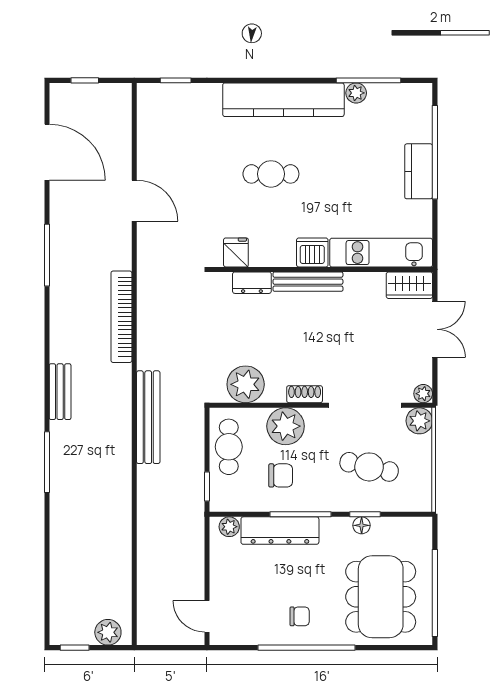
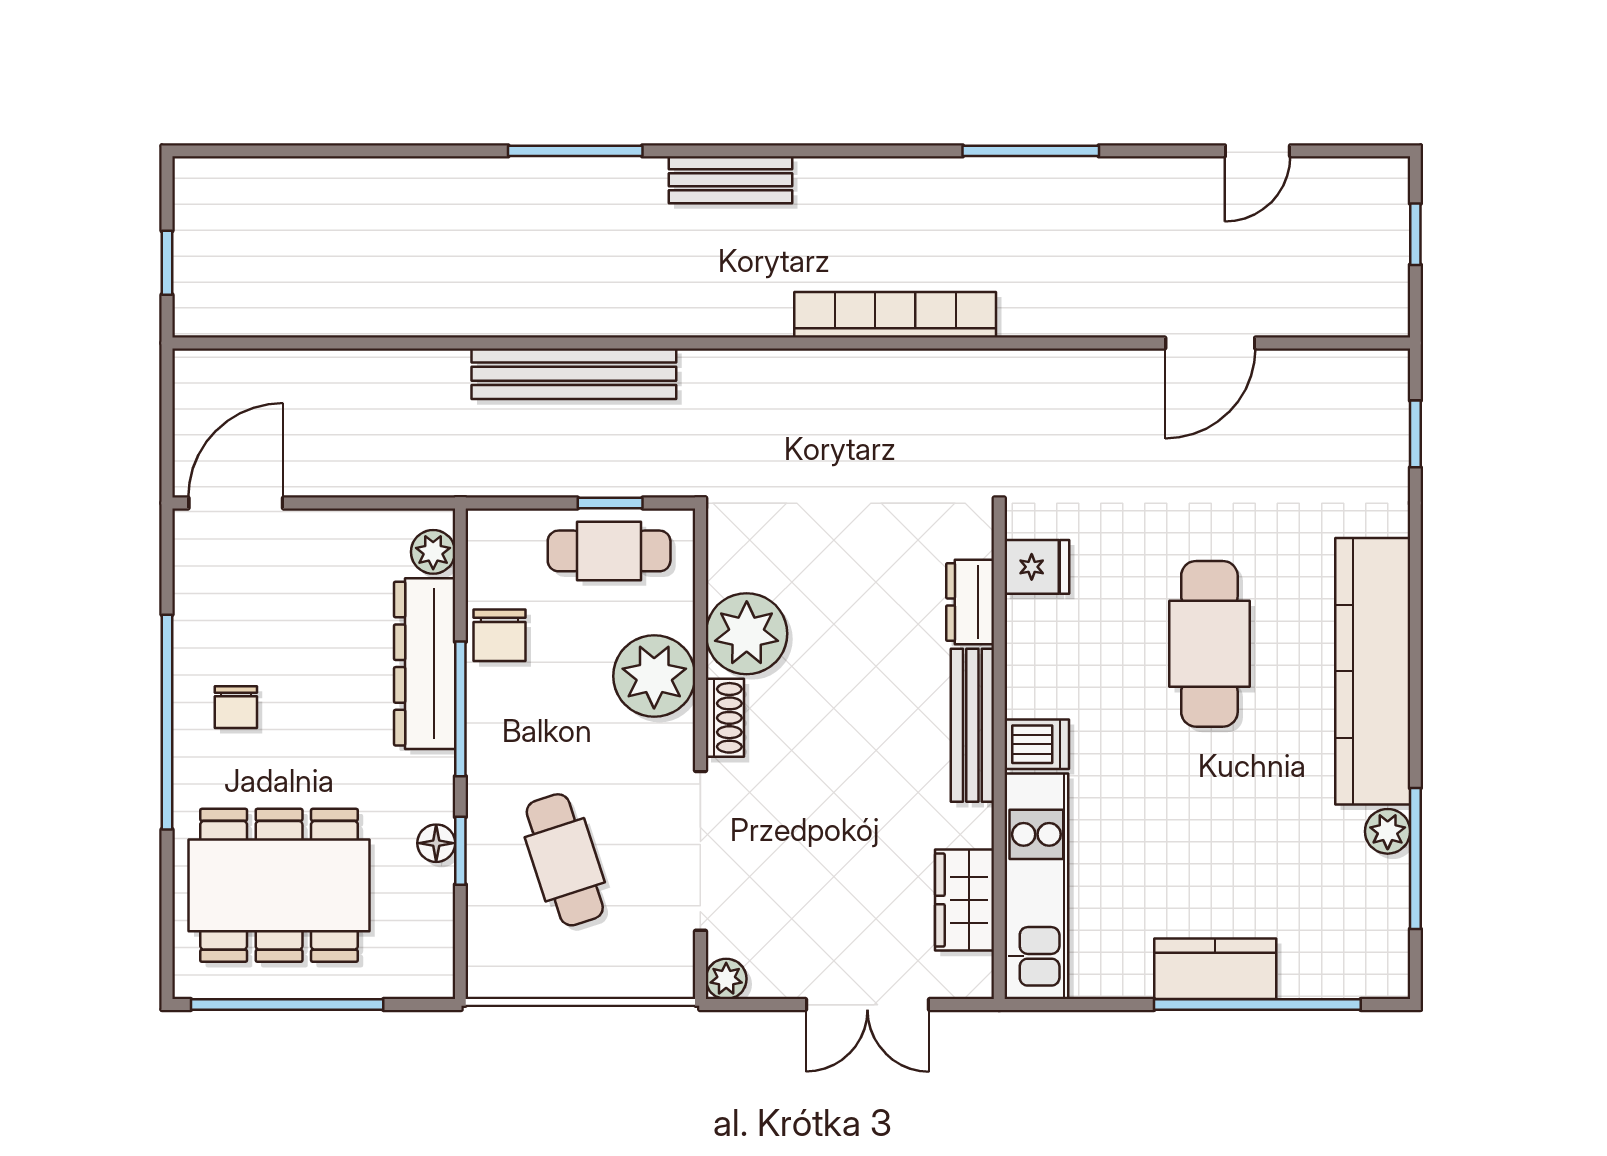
door: (47, 152) -> (1257, 151), width x0.53
cafe table: (271, 174) -> (1209, 644), width x1.37, depth x1.35
door: (134, 201) -> (1210, 343), moved
dishwasher: (312, 252) -> (1037, 744), width x0.73
wardrobe: (409, 285) -> (965, 900), moved
plant: (246, 384) -> (747, 634), moved
bench: (148, 417) -> (574, 374), moved
plant: (419, 421) -> (666, 970), removed
cafe table: (369, 467) -> (565, 860), turned -31
chair: (281, 475) -> (500, 635), moved
window: (207, 487) -> (610, 503), moved
door: (207, 616) -> (236, 503), width x1.38
plant: (108, 632) -> (201, 285), removed
window: (75, 648) -> (167, 263), moved

